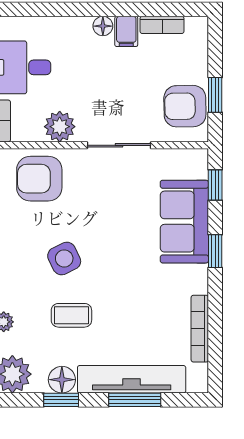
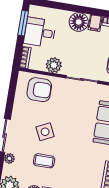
floor lamp: (103, 26) -> (79, 22), width x1.89, depth x1.89
armchair: (39, 179) -> (39, 90), turned 180

